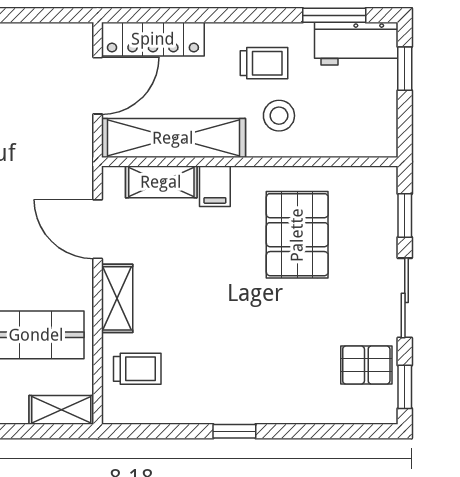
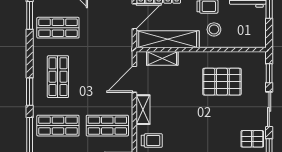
filing cabinet: (215, 186) -> (186, 60), removed
door: (98, 229) -> (134, 79), hinge flipped
pallet: (297, 235) -> (222, 82), turned 90

